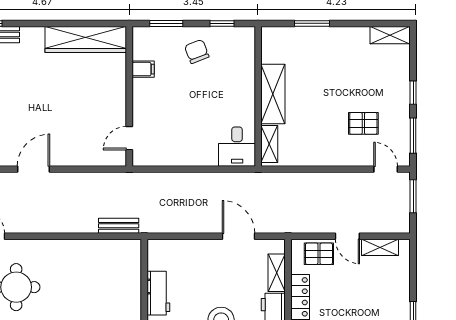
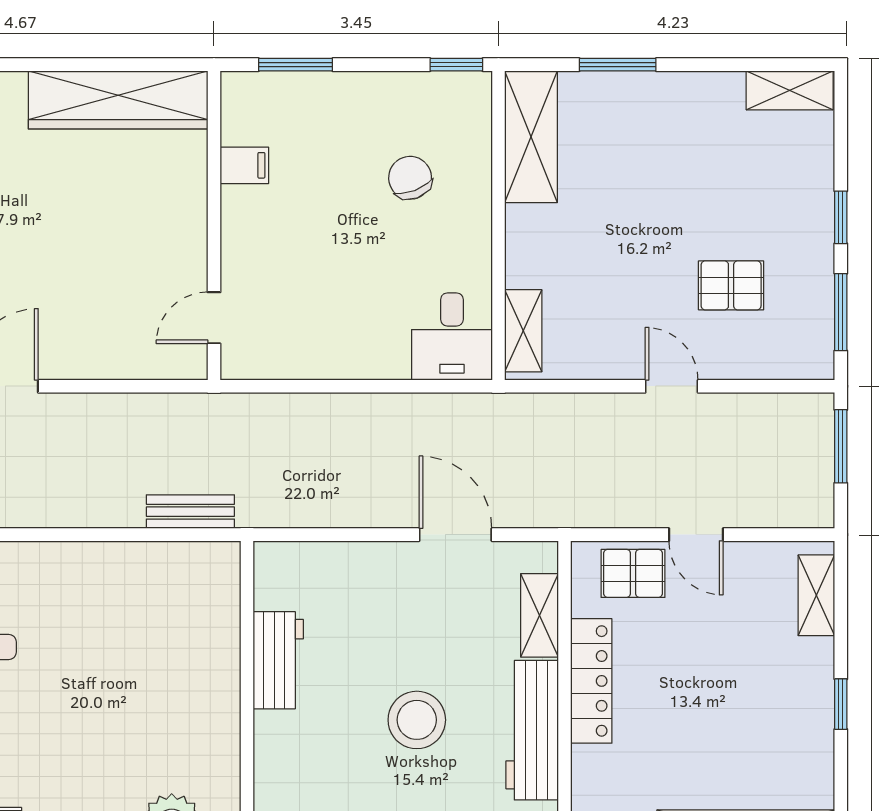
window: (222, 23) -> (456, 65), moved
chair: (197, 51) -> (410, 178), moved
shelving: (273, 94) -> (531, 137), moved
door: (386, 169) -> (672, 386), moved
shelving: (380, 247) -> (816, 595), moved, turned 90

